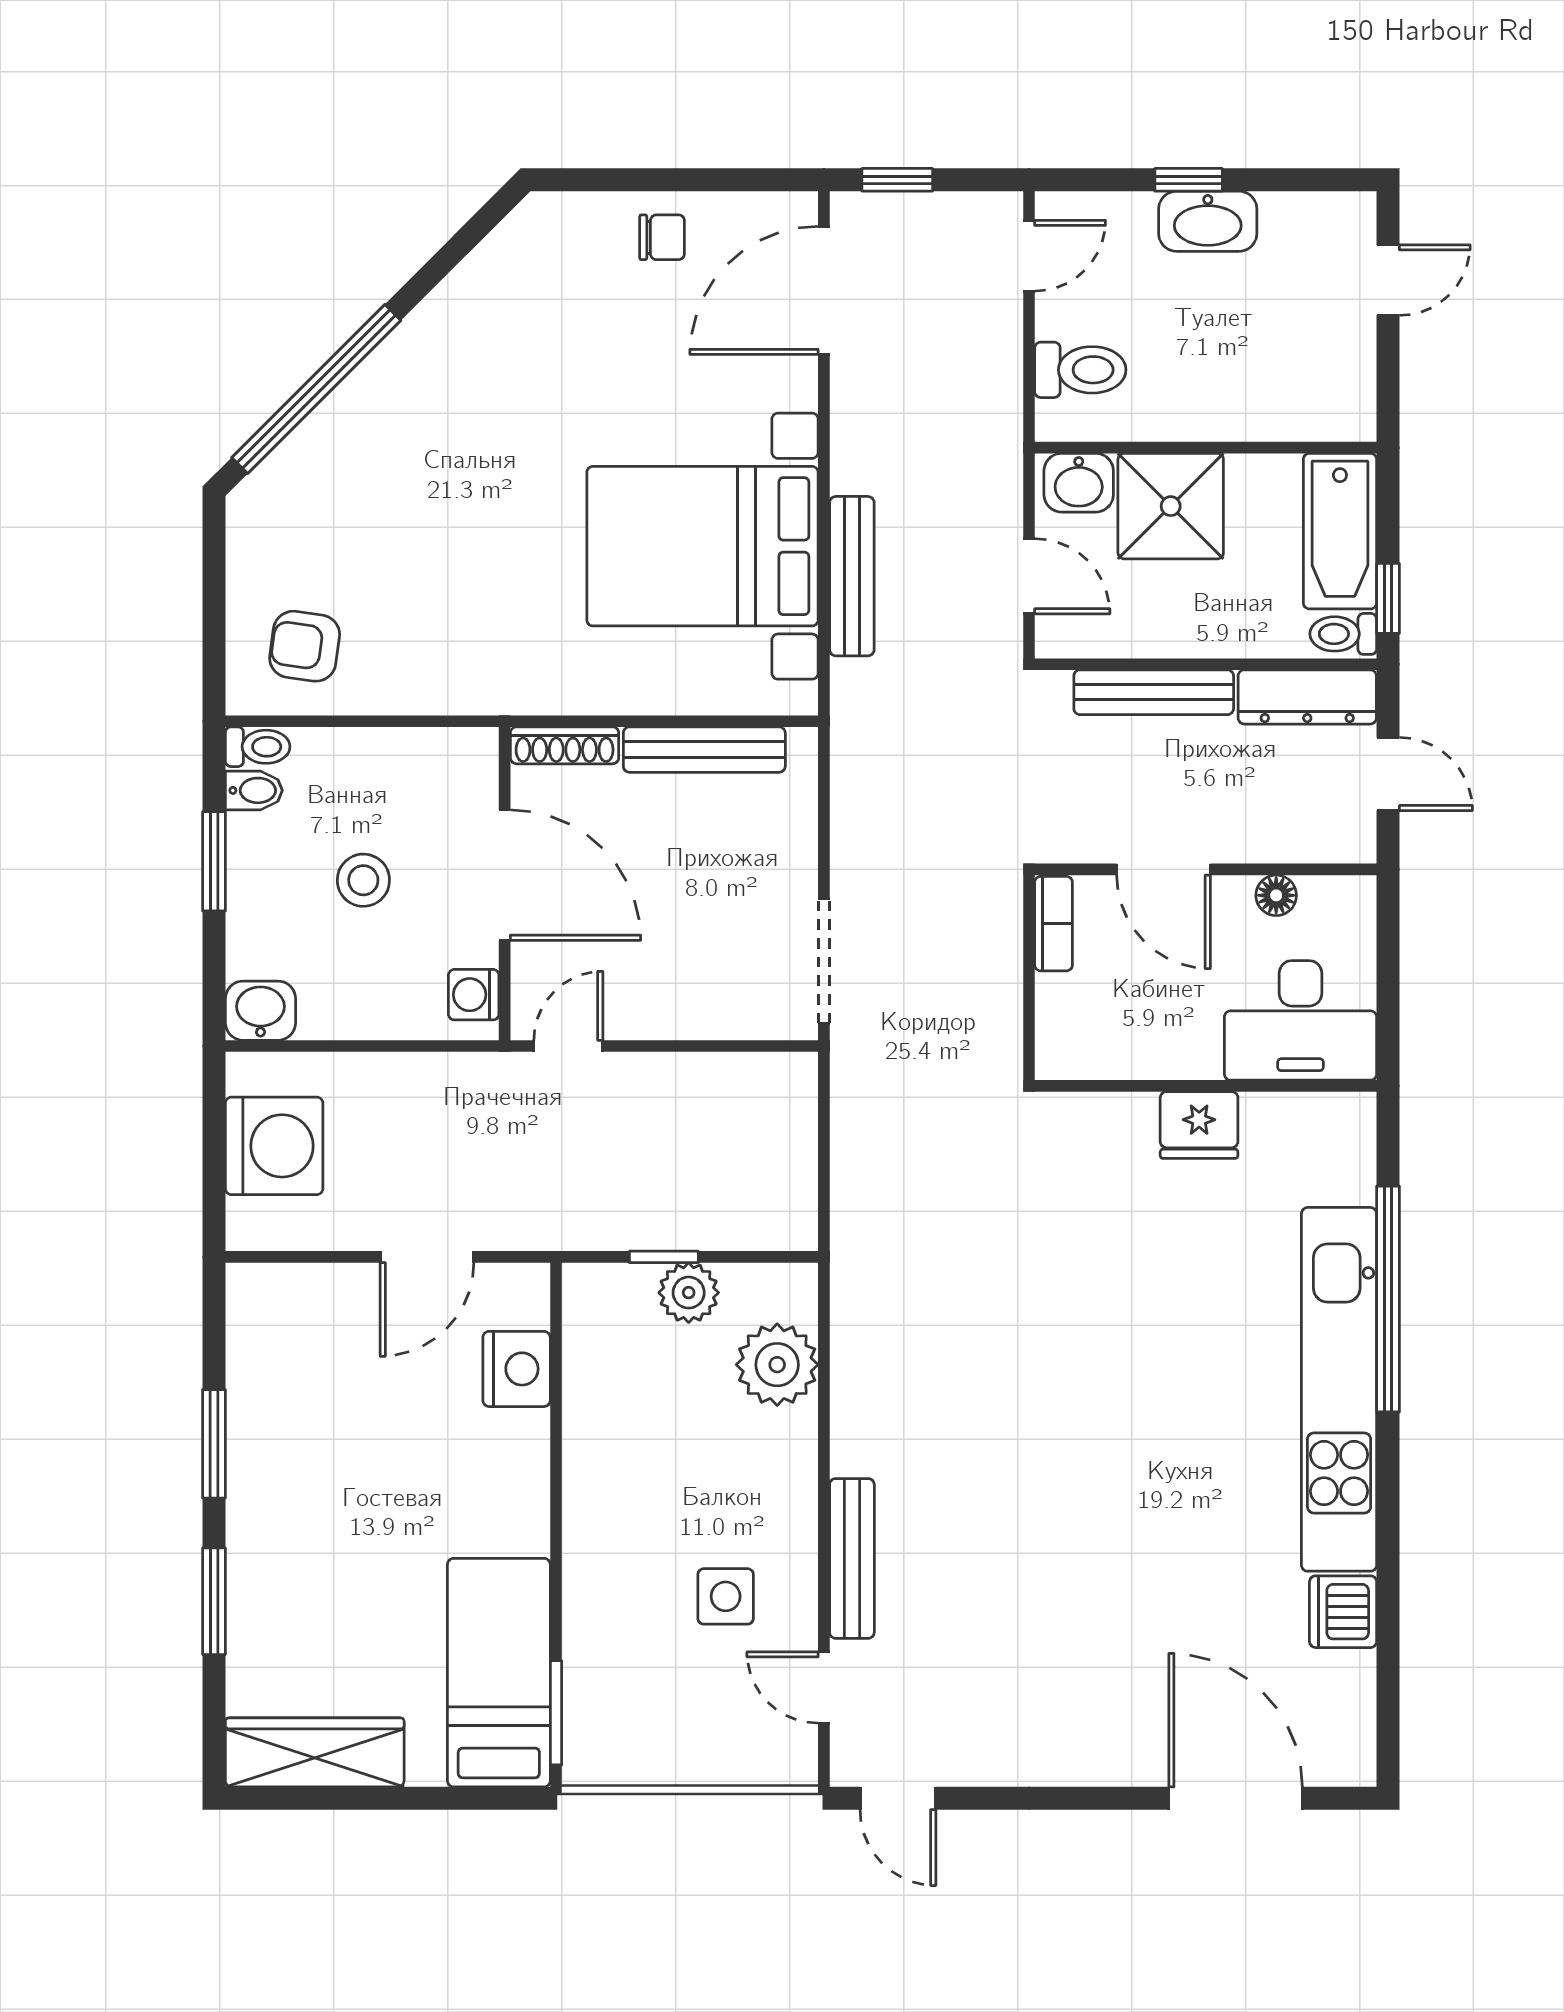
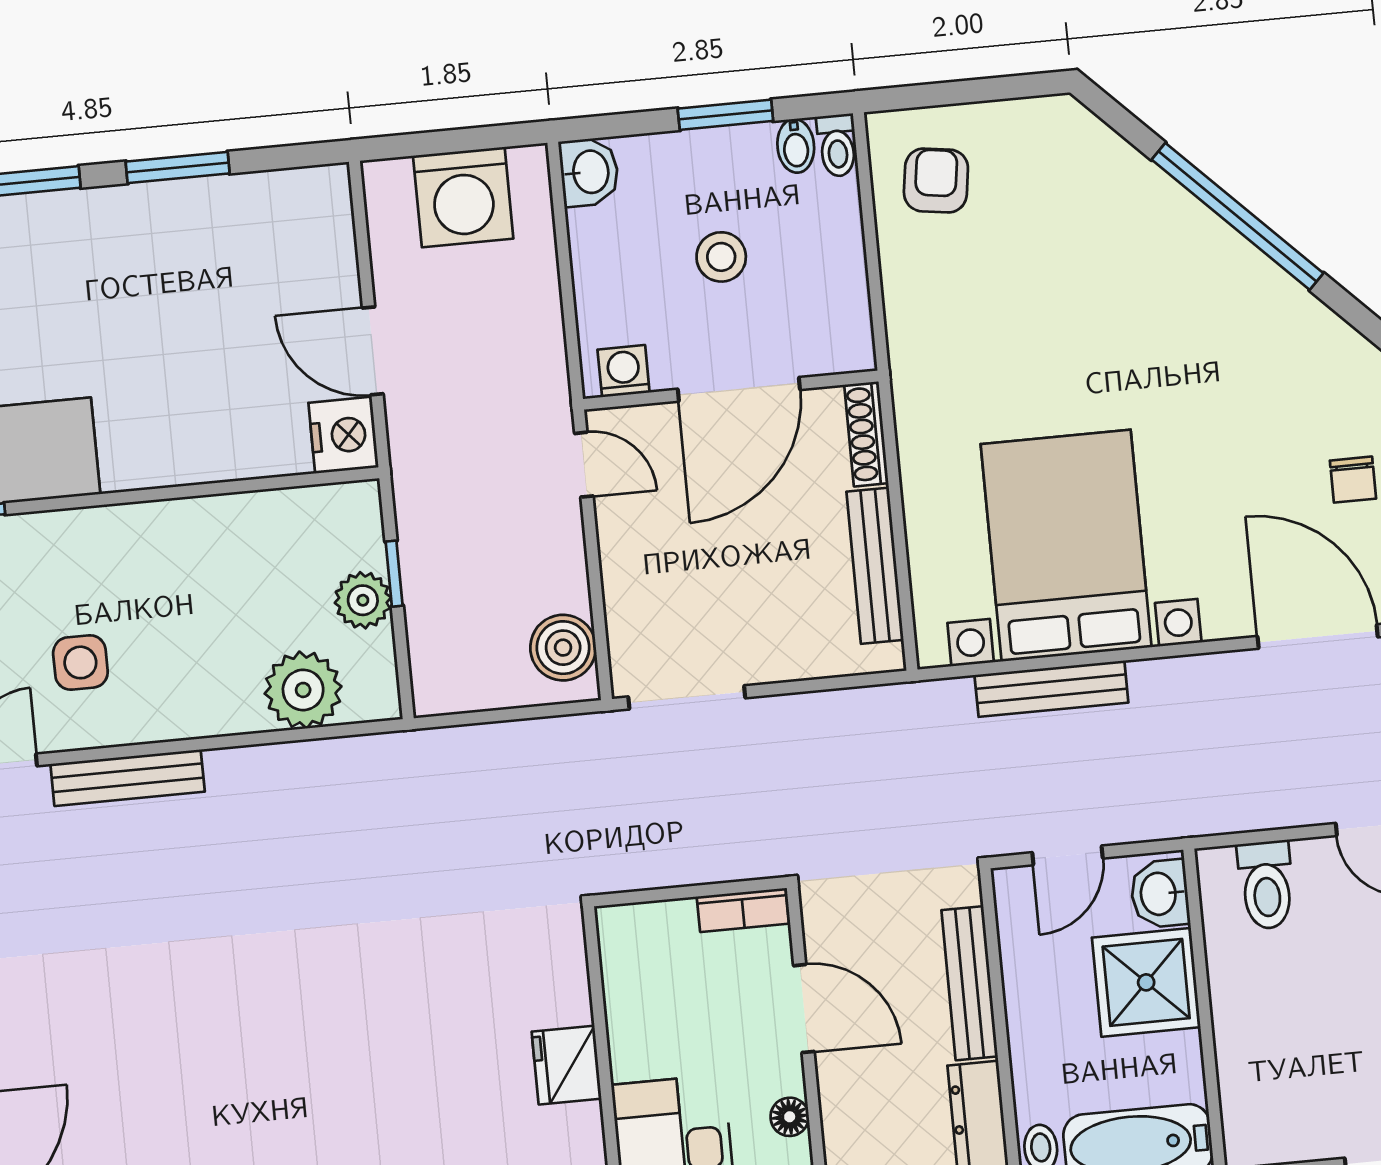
window: (316, 389) -> (1238, 216), moved
door: (1164, 869) -> (804, 1009), swing flipped
boiler: (759, 1086) -> (563, 648), added
nightstand: (517, 1369) -> (343, 435), moved, turned -90

